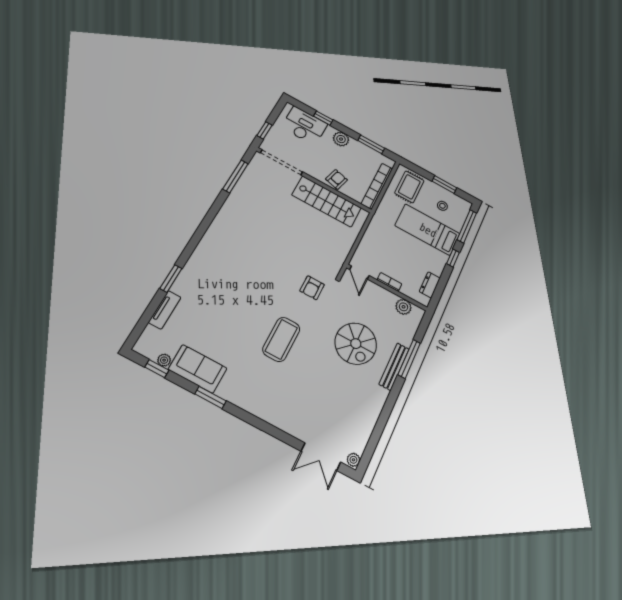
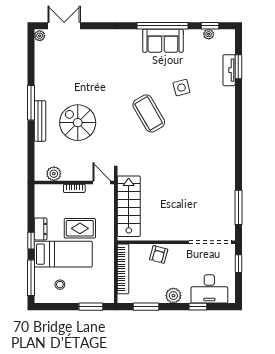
window: (444, 184) -> (91, 307), moved
rug: (409, 187) -> (80, 228), moved, turned 90
stairs: (327, 201) -> (129, 206), moved, turned 90
window: (171, 278) -> (238, 67), moved
dresser: (430, 285) -> (41, 229), moved
armchair: (312, 288) -> (132, 148), removed
side table: (227, 320) -> (181, 88), added
coffee table: (281, 339) -> (149, 113), moved, turned -30
window: (409, 359) -> (31, 103), moved
sofa: (198, 369) -> (163, 41), moved
window: (210, 397) -> (162, 26), width x2.11

